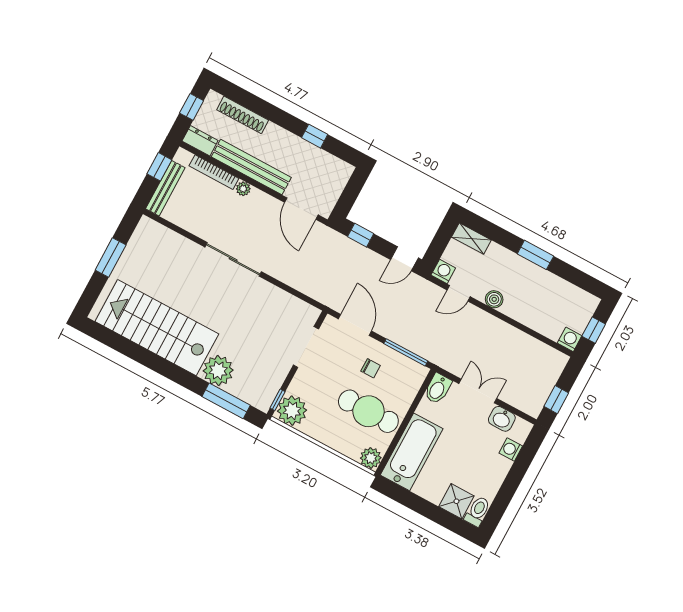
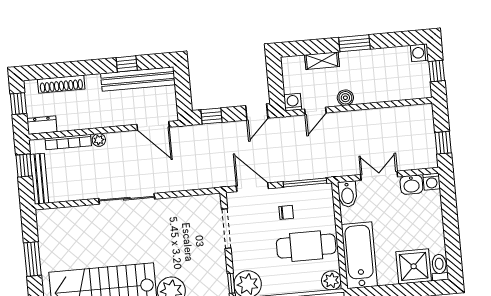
bench: (251, 167) -> (138, 79), moved
shelving: (471, 239) -> (322, 61), moved
washing machine: (570, 339) -> (419, 53), moved, turned -90
washing machine: (511, 449) -> (432, 182), moved, turned -90
shower: (456, 501) -> (414, 266), width x1.36, depth x1.36

